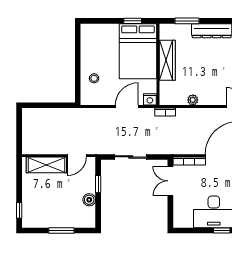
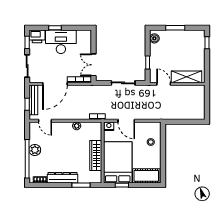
cot: (100, 33) -> (146, 176), added
door: (127, 107) -> (126, 121), hinge flipped
door: (77, 156) -> (164, 84), hinge flipped
double door: (170, 181) -> (94, 65), swing flipped
boiler: (89, 200) -> (154, 38), moved

